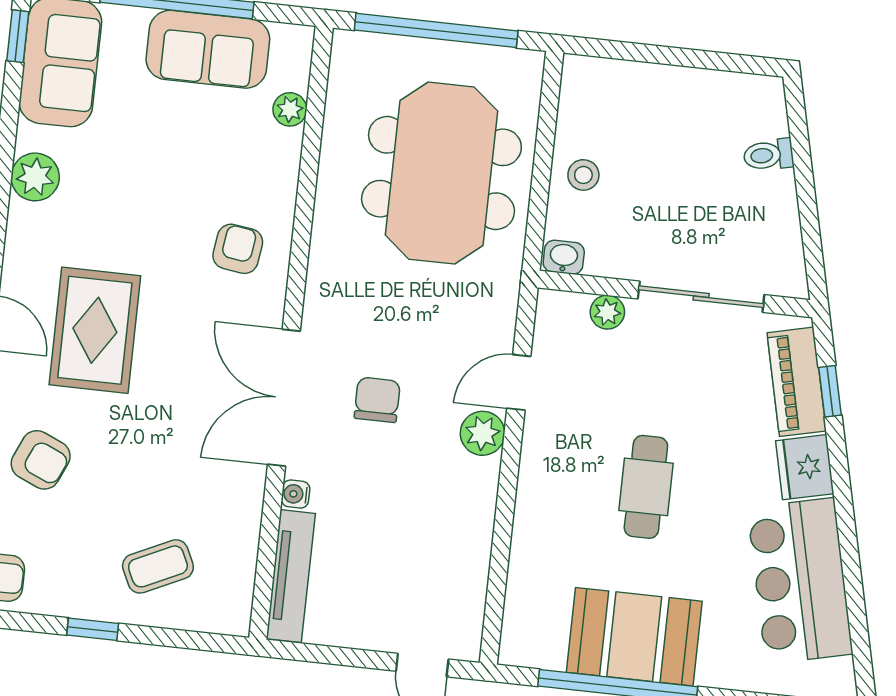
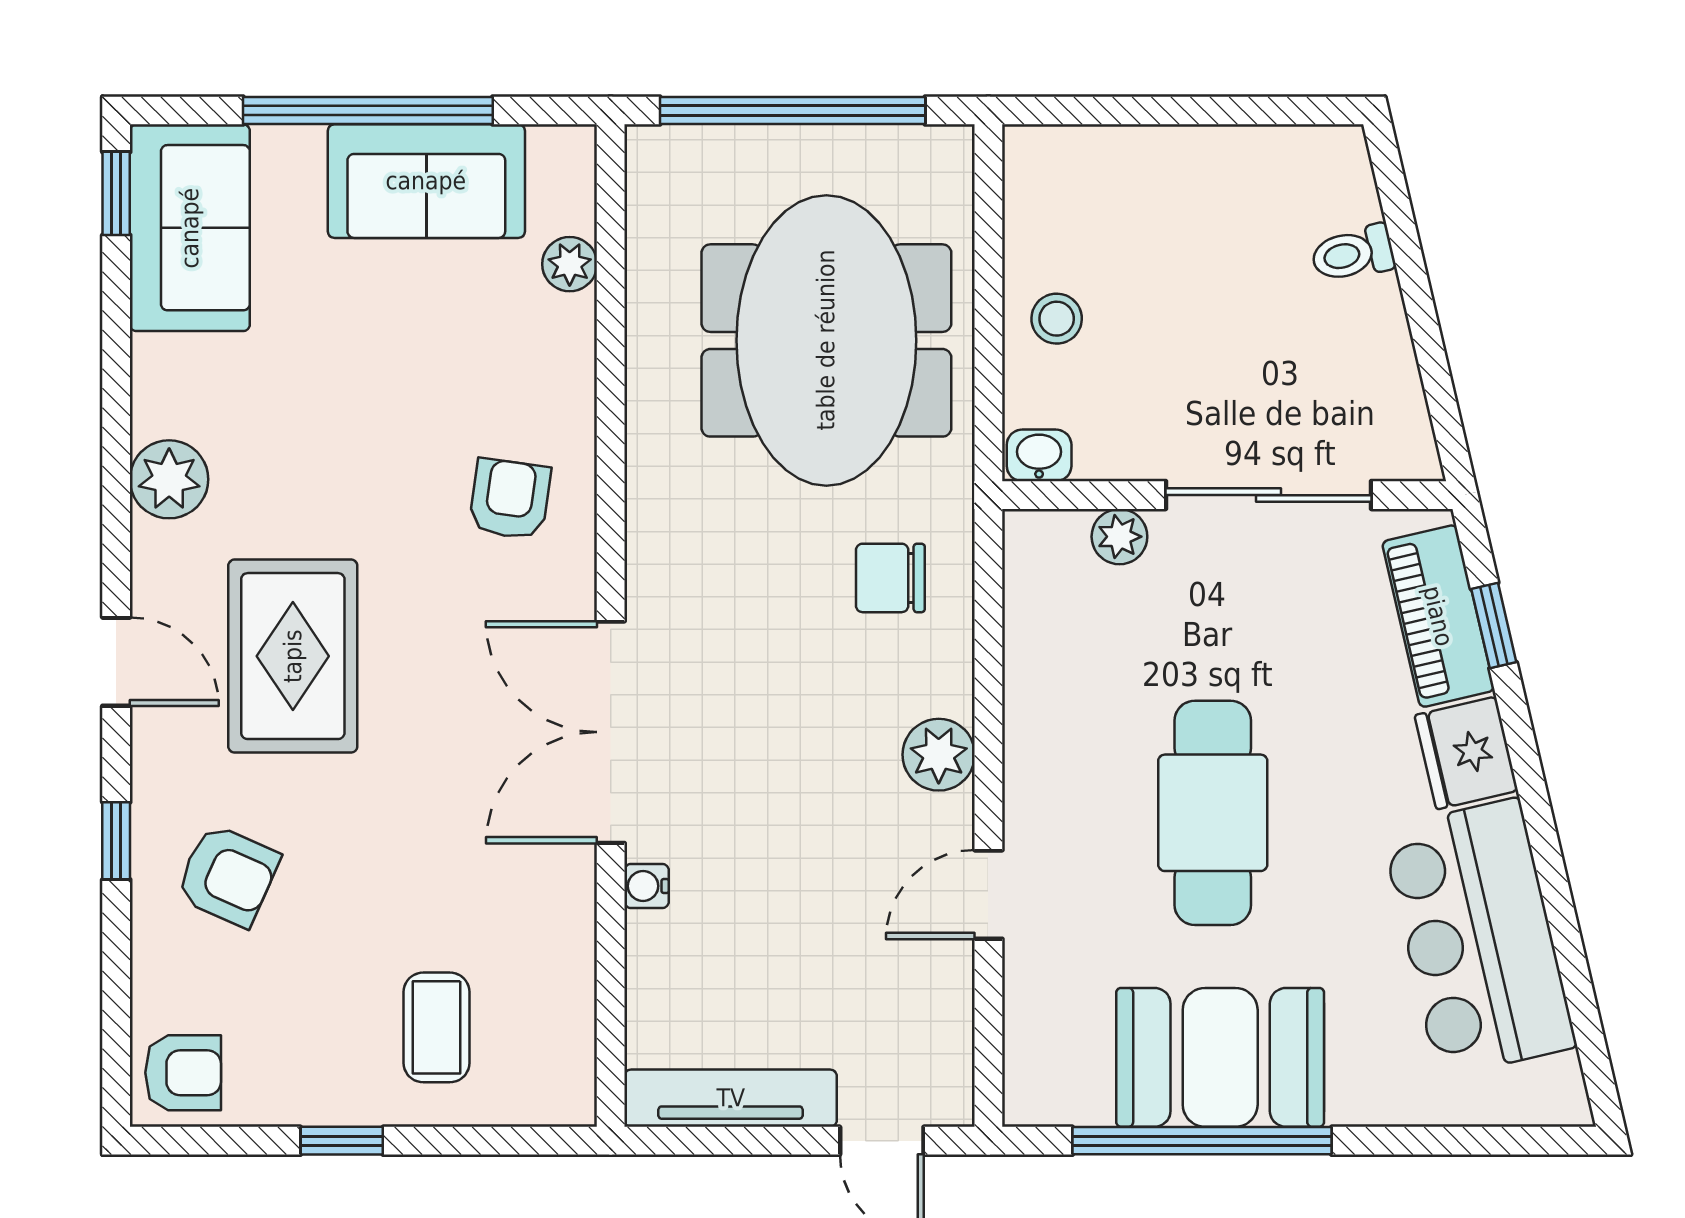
plant: (35, 177) -> (169, 479), moved
door: (519, 382) -> (988, 895), moved
chair: (377, 400) -> (890, 578), moved, turned -90
cafe table: (646, 487) -> (1213, 813), width x1.37, depth x1.35
coffee table: (158, 566) -> (437, 1027), turned -65
tv unit: (291, 576) -> (731, 1098), moved, turned -90

